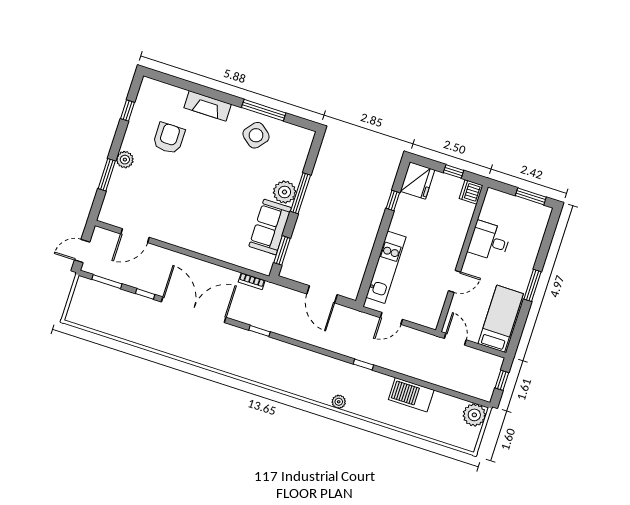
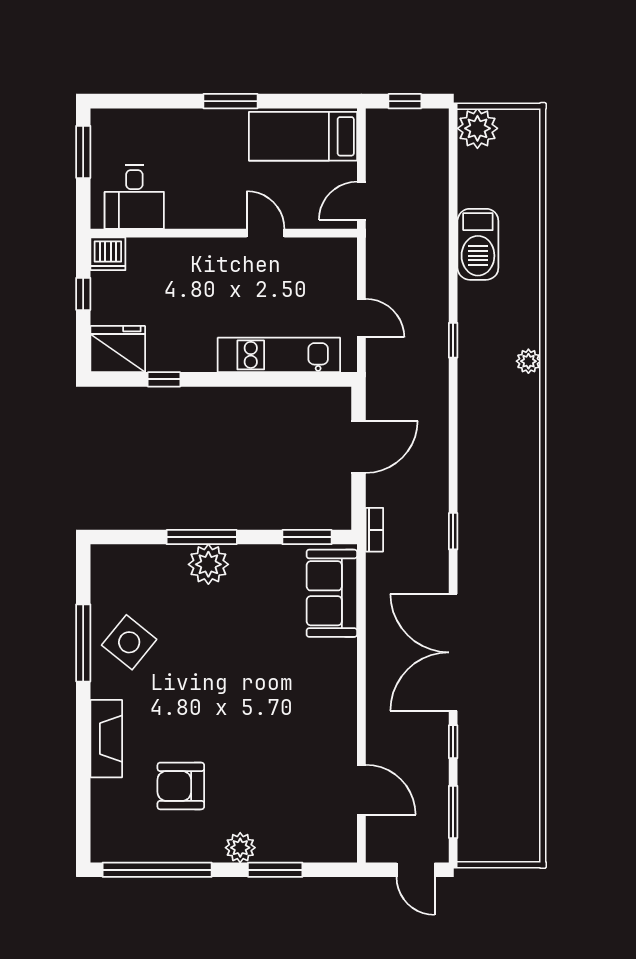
window: (127, 111) -> (157, 870), width x3.17
sofa: (270, 227) -> (332, 593), moved, turned 90
desk: (489, 241) -> (134, 197), moved
bookcase: (252, 281) -> (374, 530), moved

